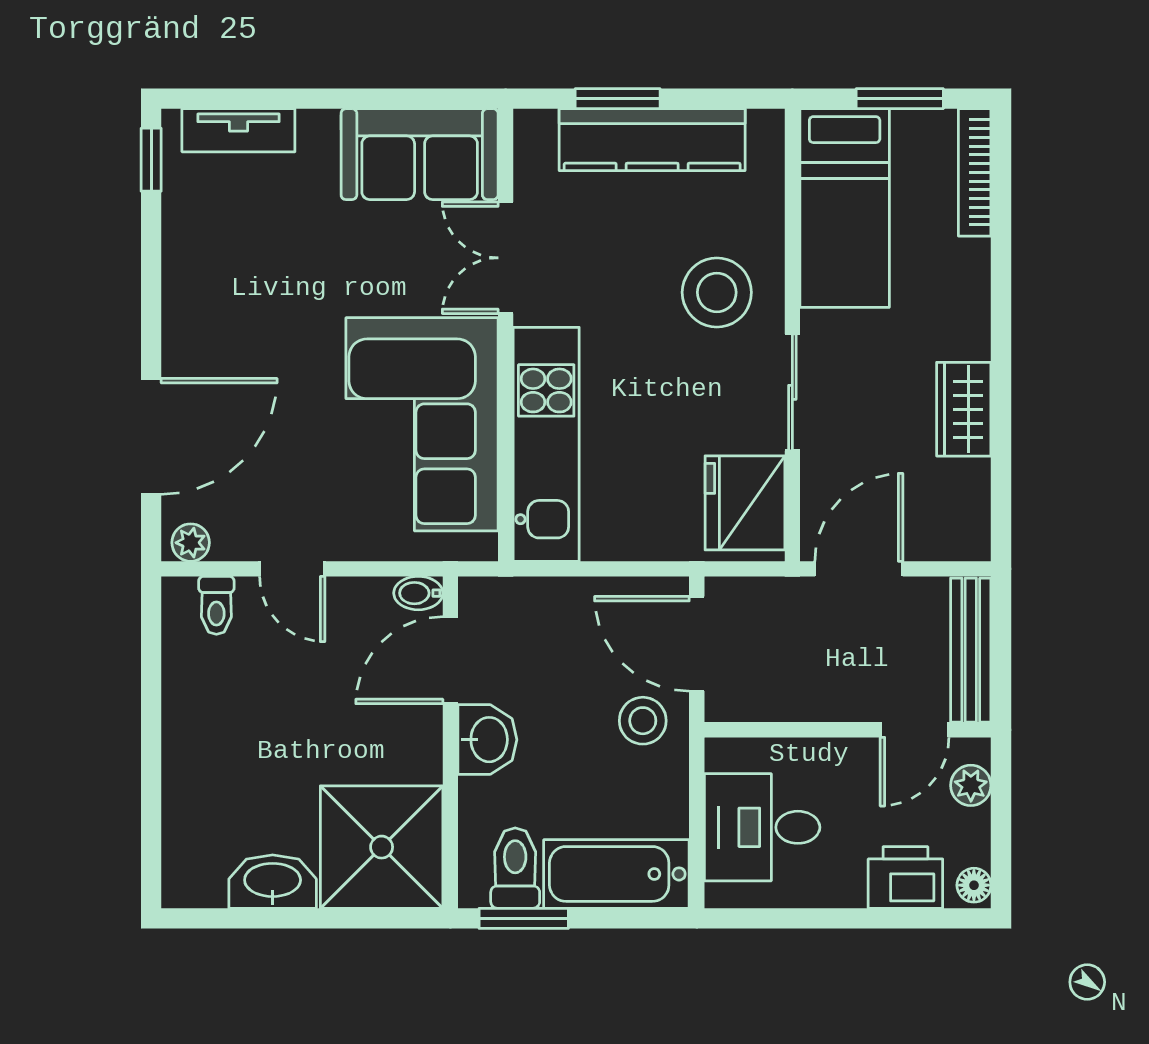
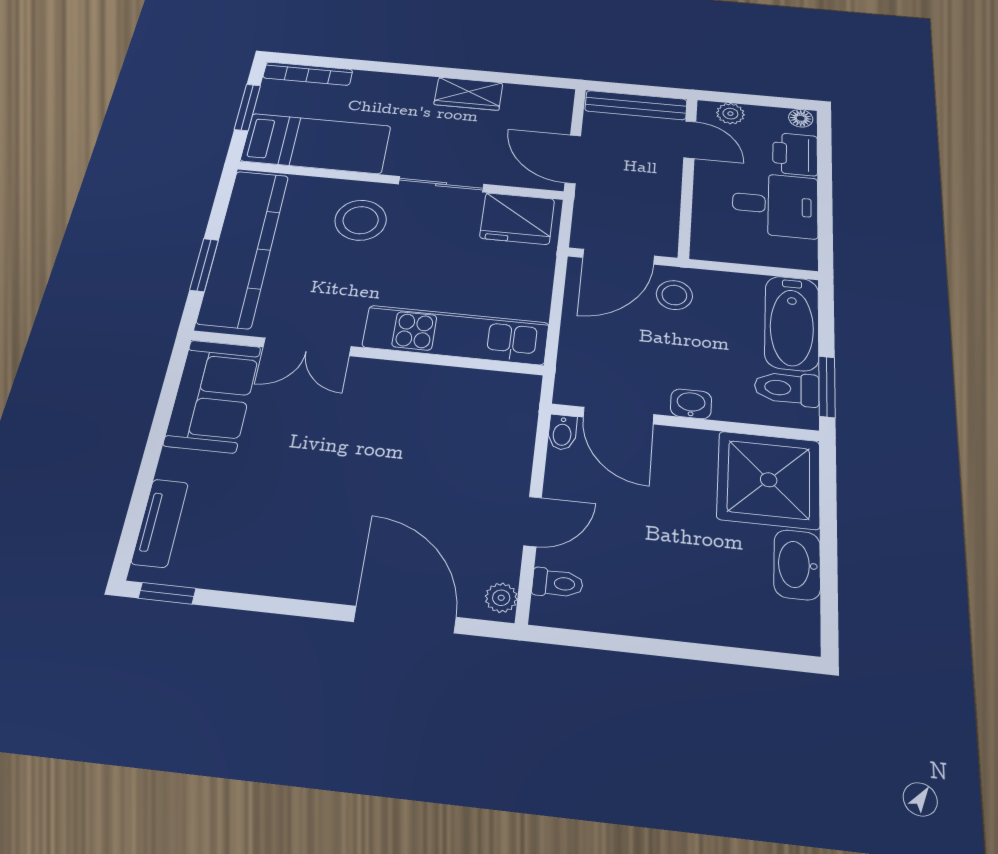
kitchen counter: (652, 140) -> (244, 248), width x1.39, depth x1.17
corner sofa: (422, 424) -> (427, 416), removed
washbasin: (487, 740) -> (691, 404), width x0.72, depth x0.69
desk: (762, 827) -> (775, 205), moved, turned -90

